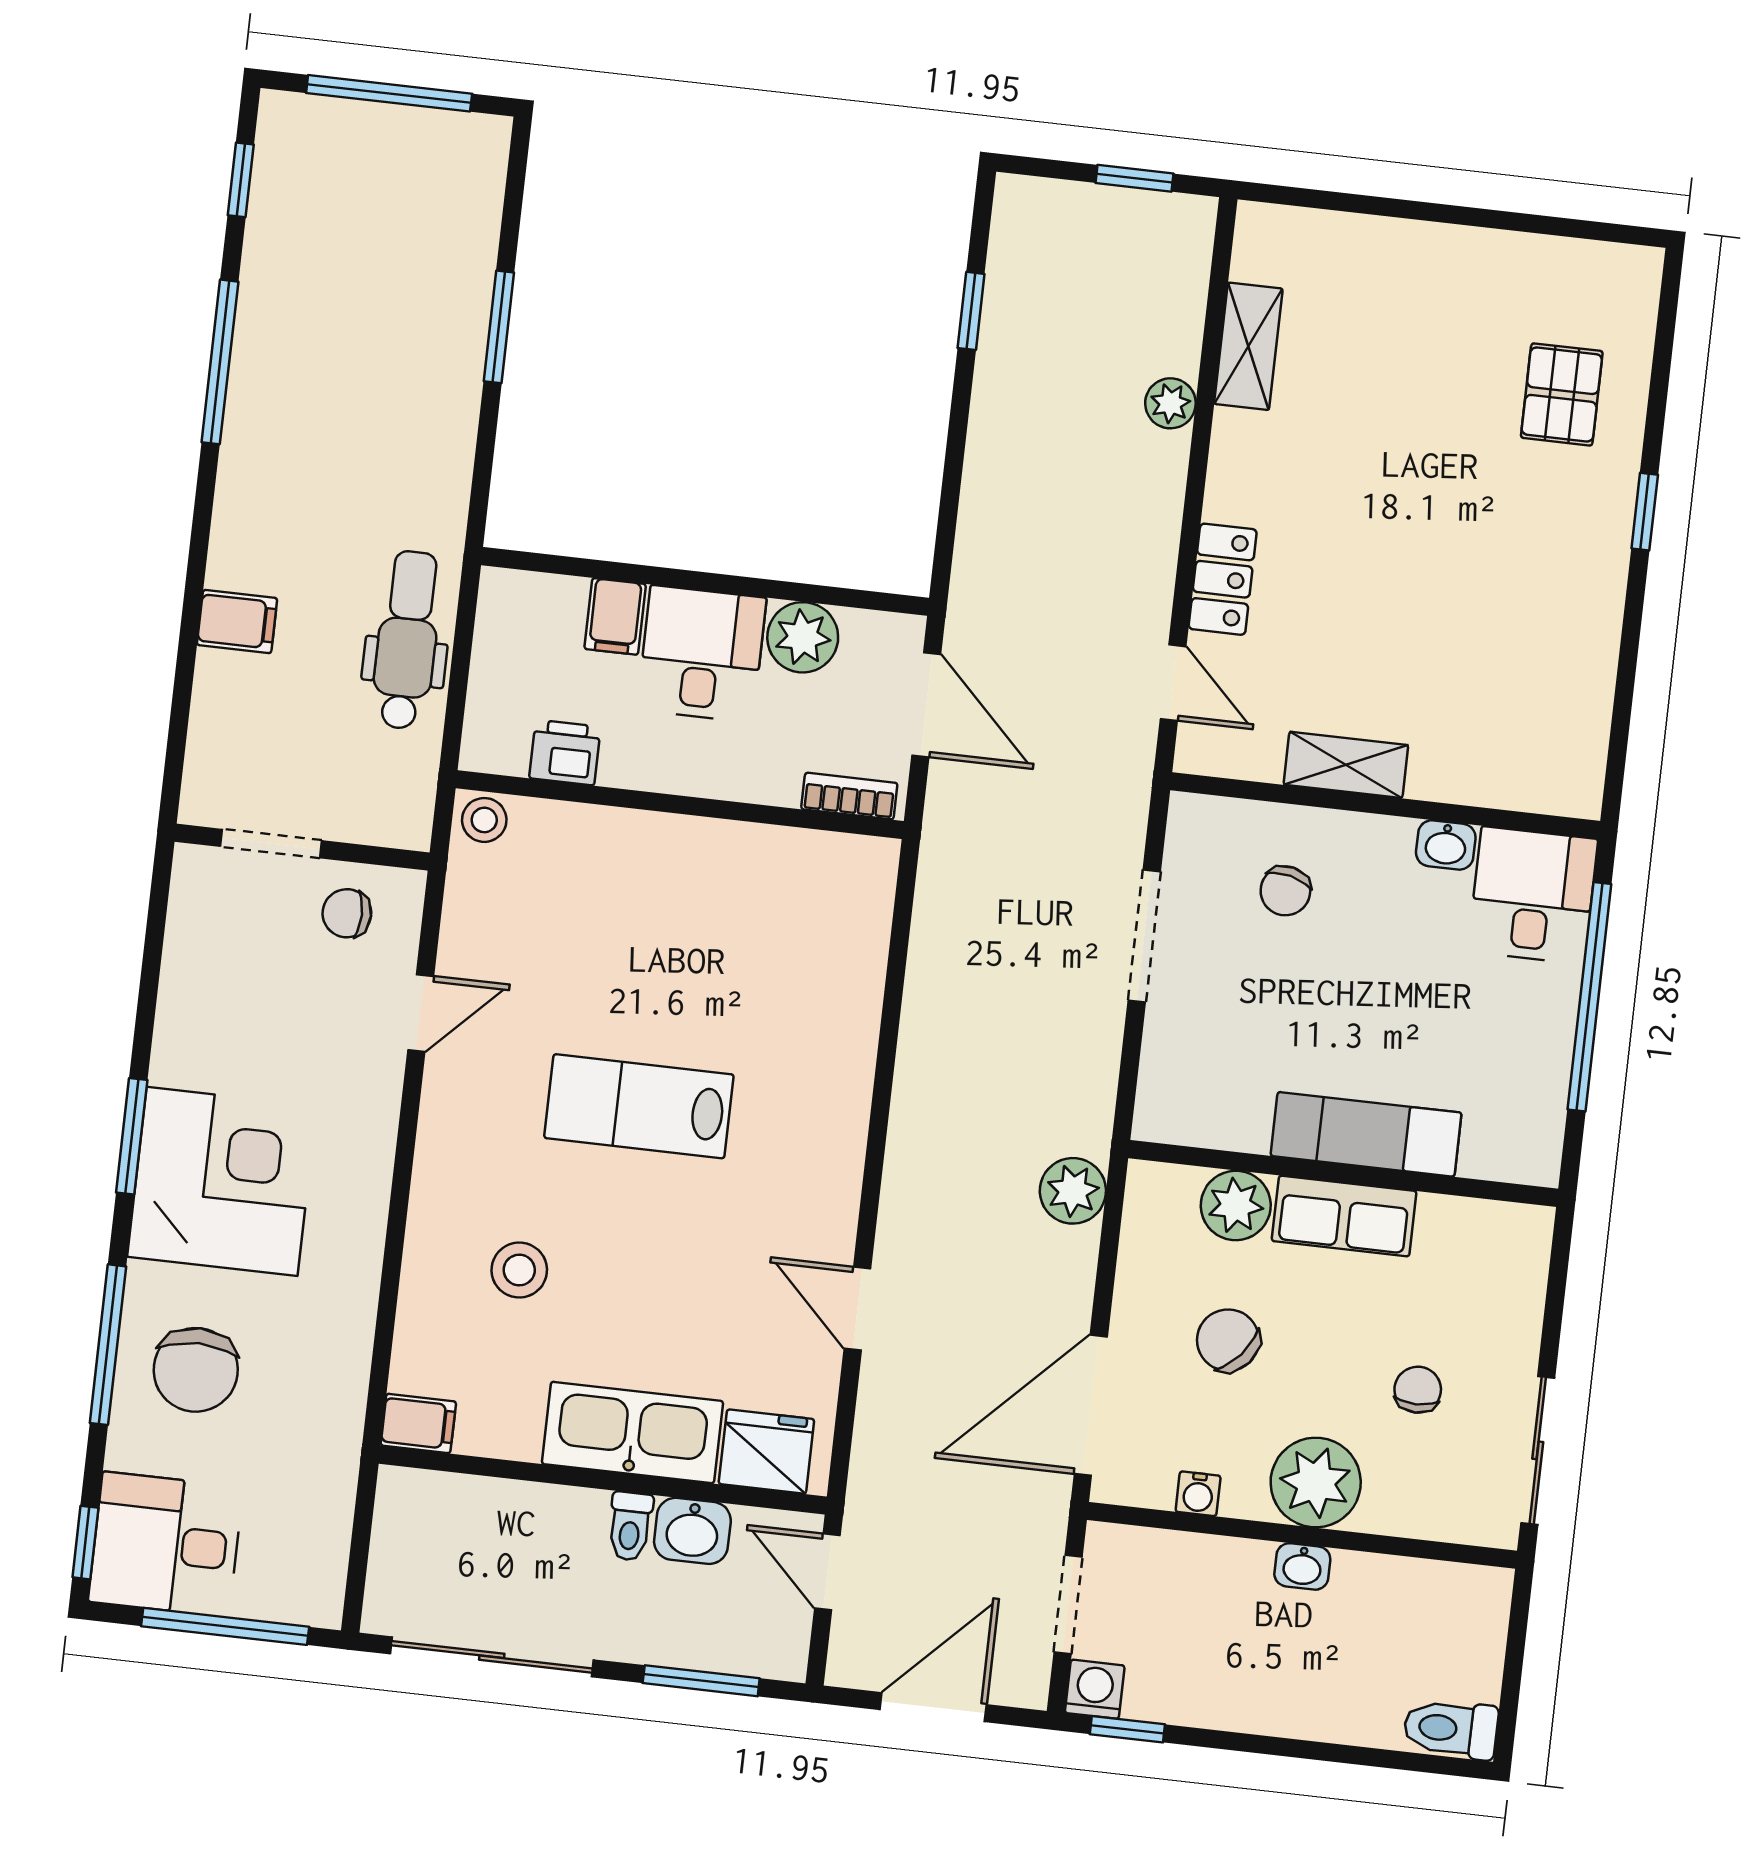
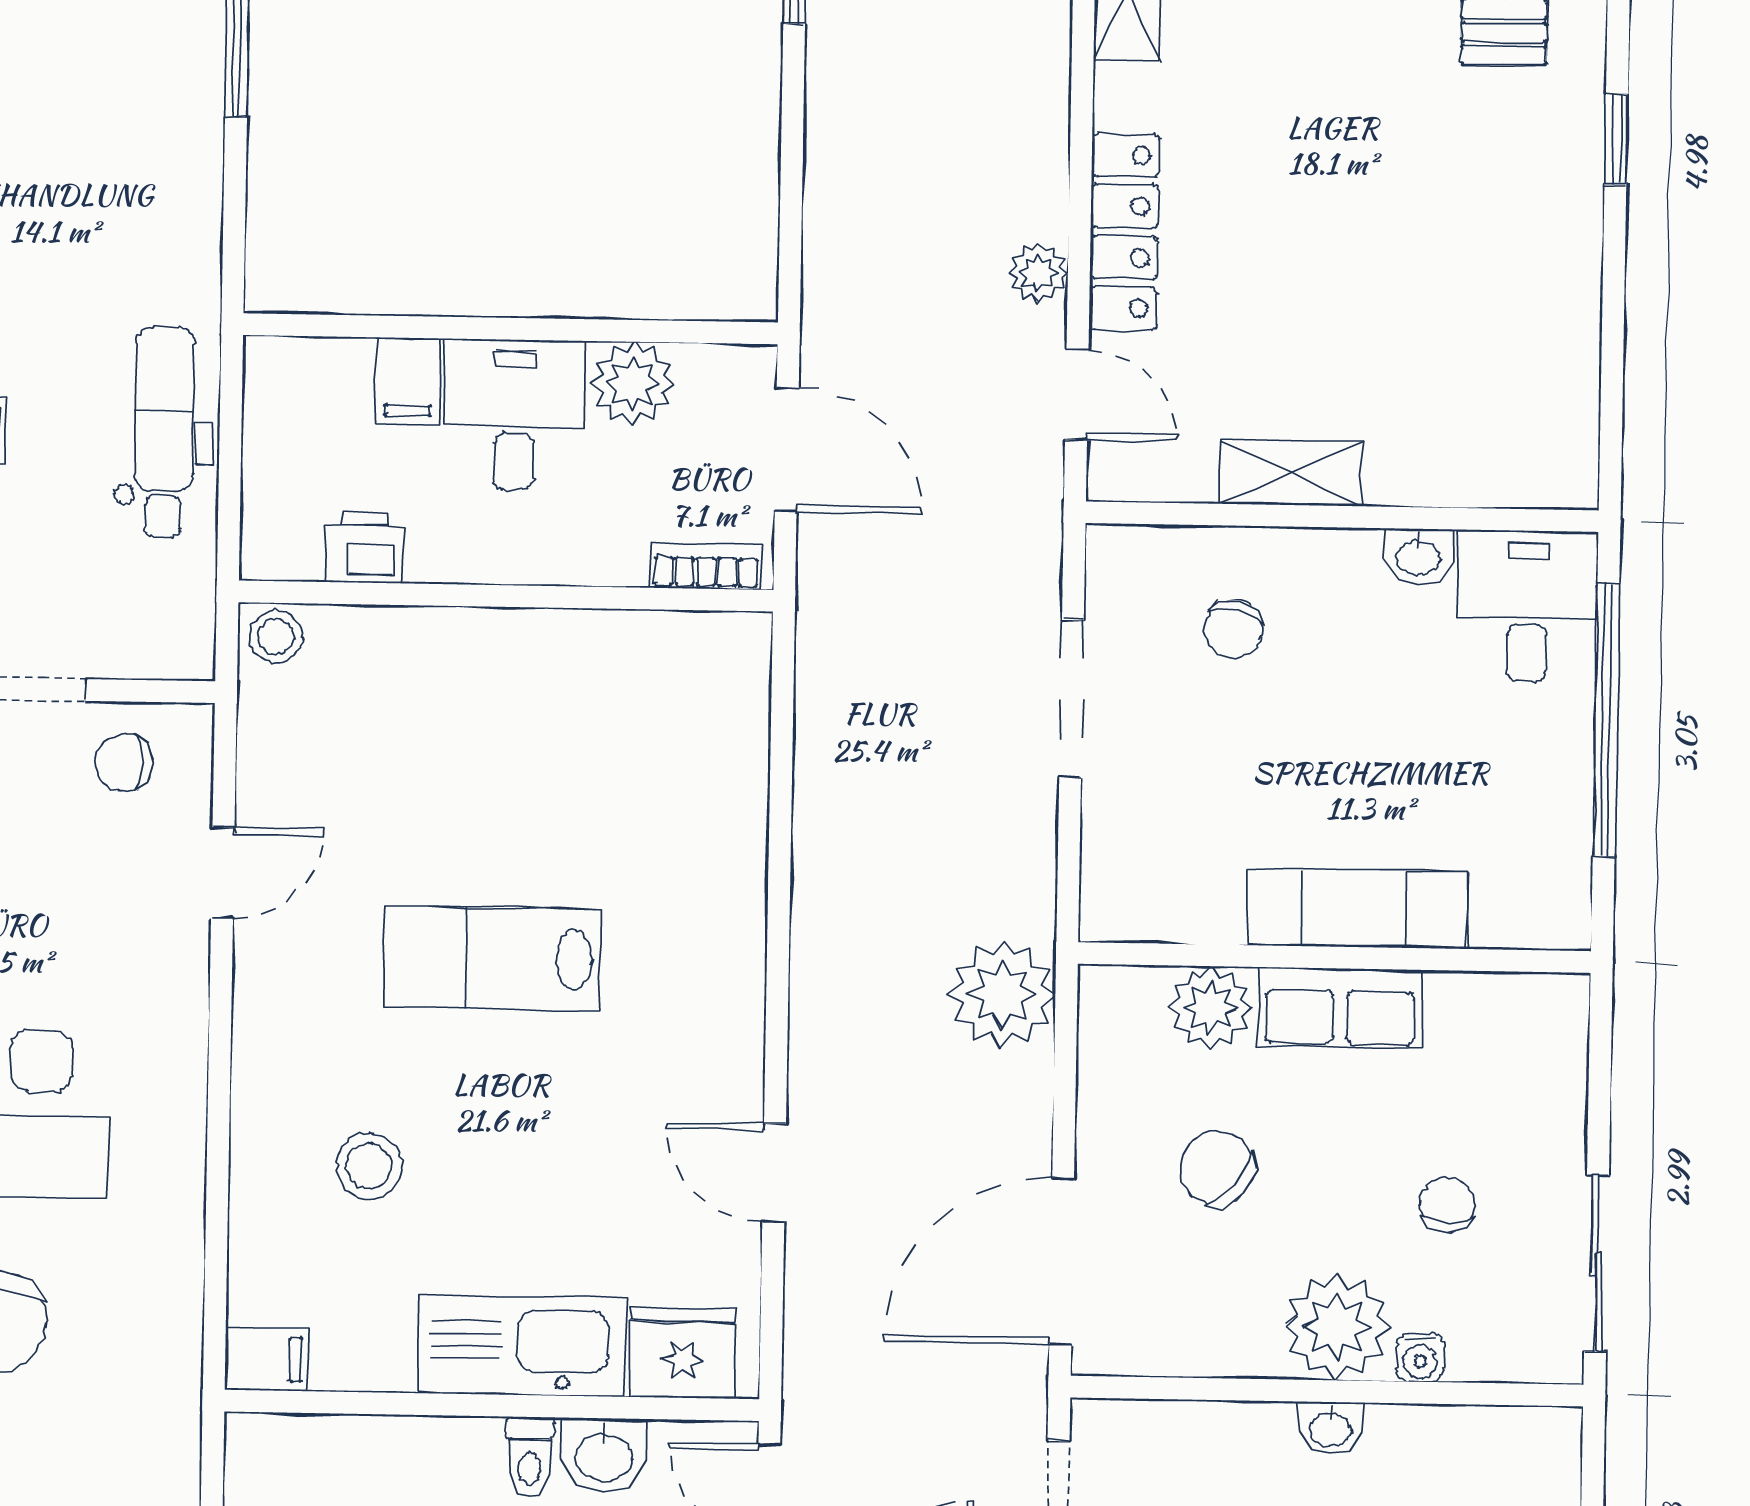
plant: (1170, 403) -> (1038, 273), moved
locker: (1223, 579) -> (1124, 232), width x1.53
plant: (1073, 1191) -> (1002, 994), width x1.36, depth x1.36
water cooler: (1198, 1494) -> (1420, 1357), moved

